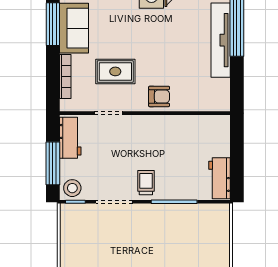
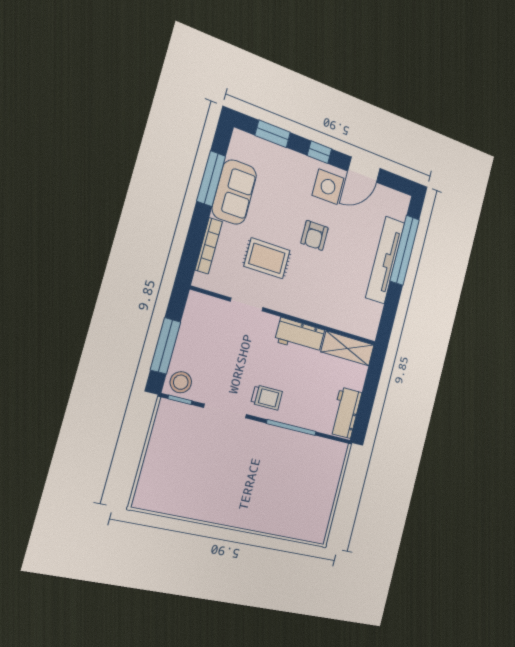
armchair: (159, 96) -> (315, 235), moved, turned 90
shelving: (206, 124) -> (348, 348), added
workbench: (70, 138) -> (300, 336), moved, turned 90
trolley: (146, 183) -> (267, 397), turned 90

